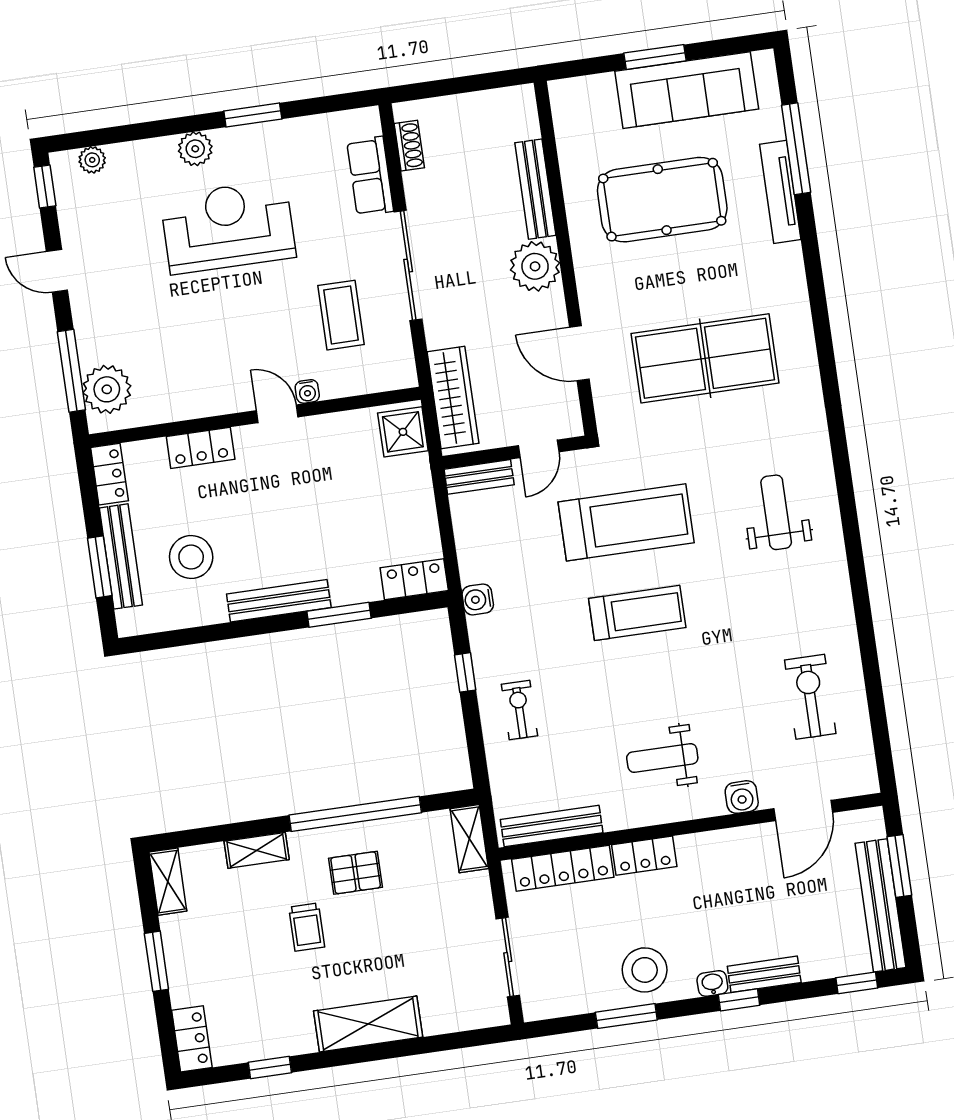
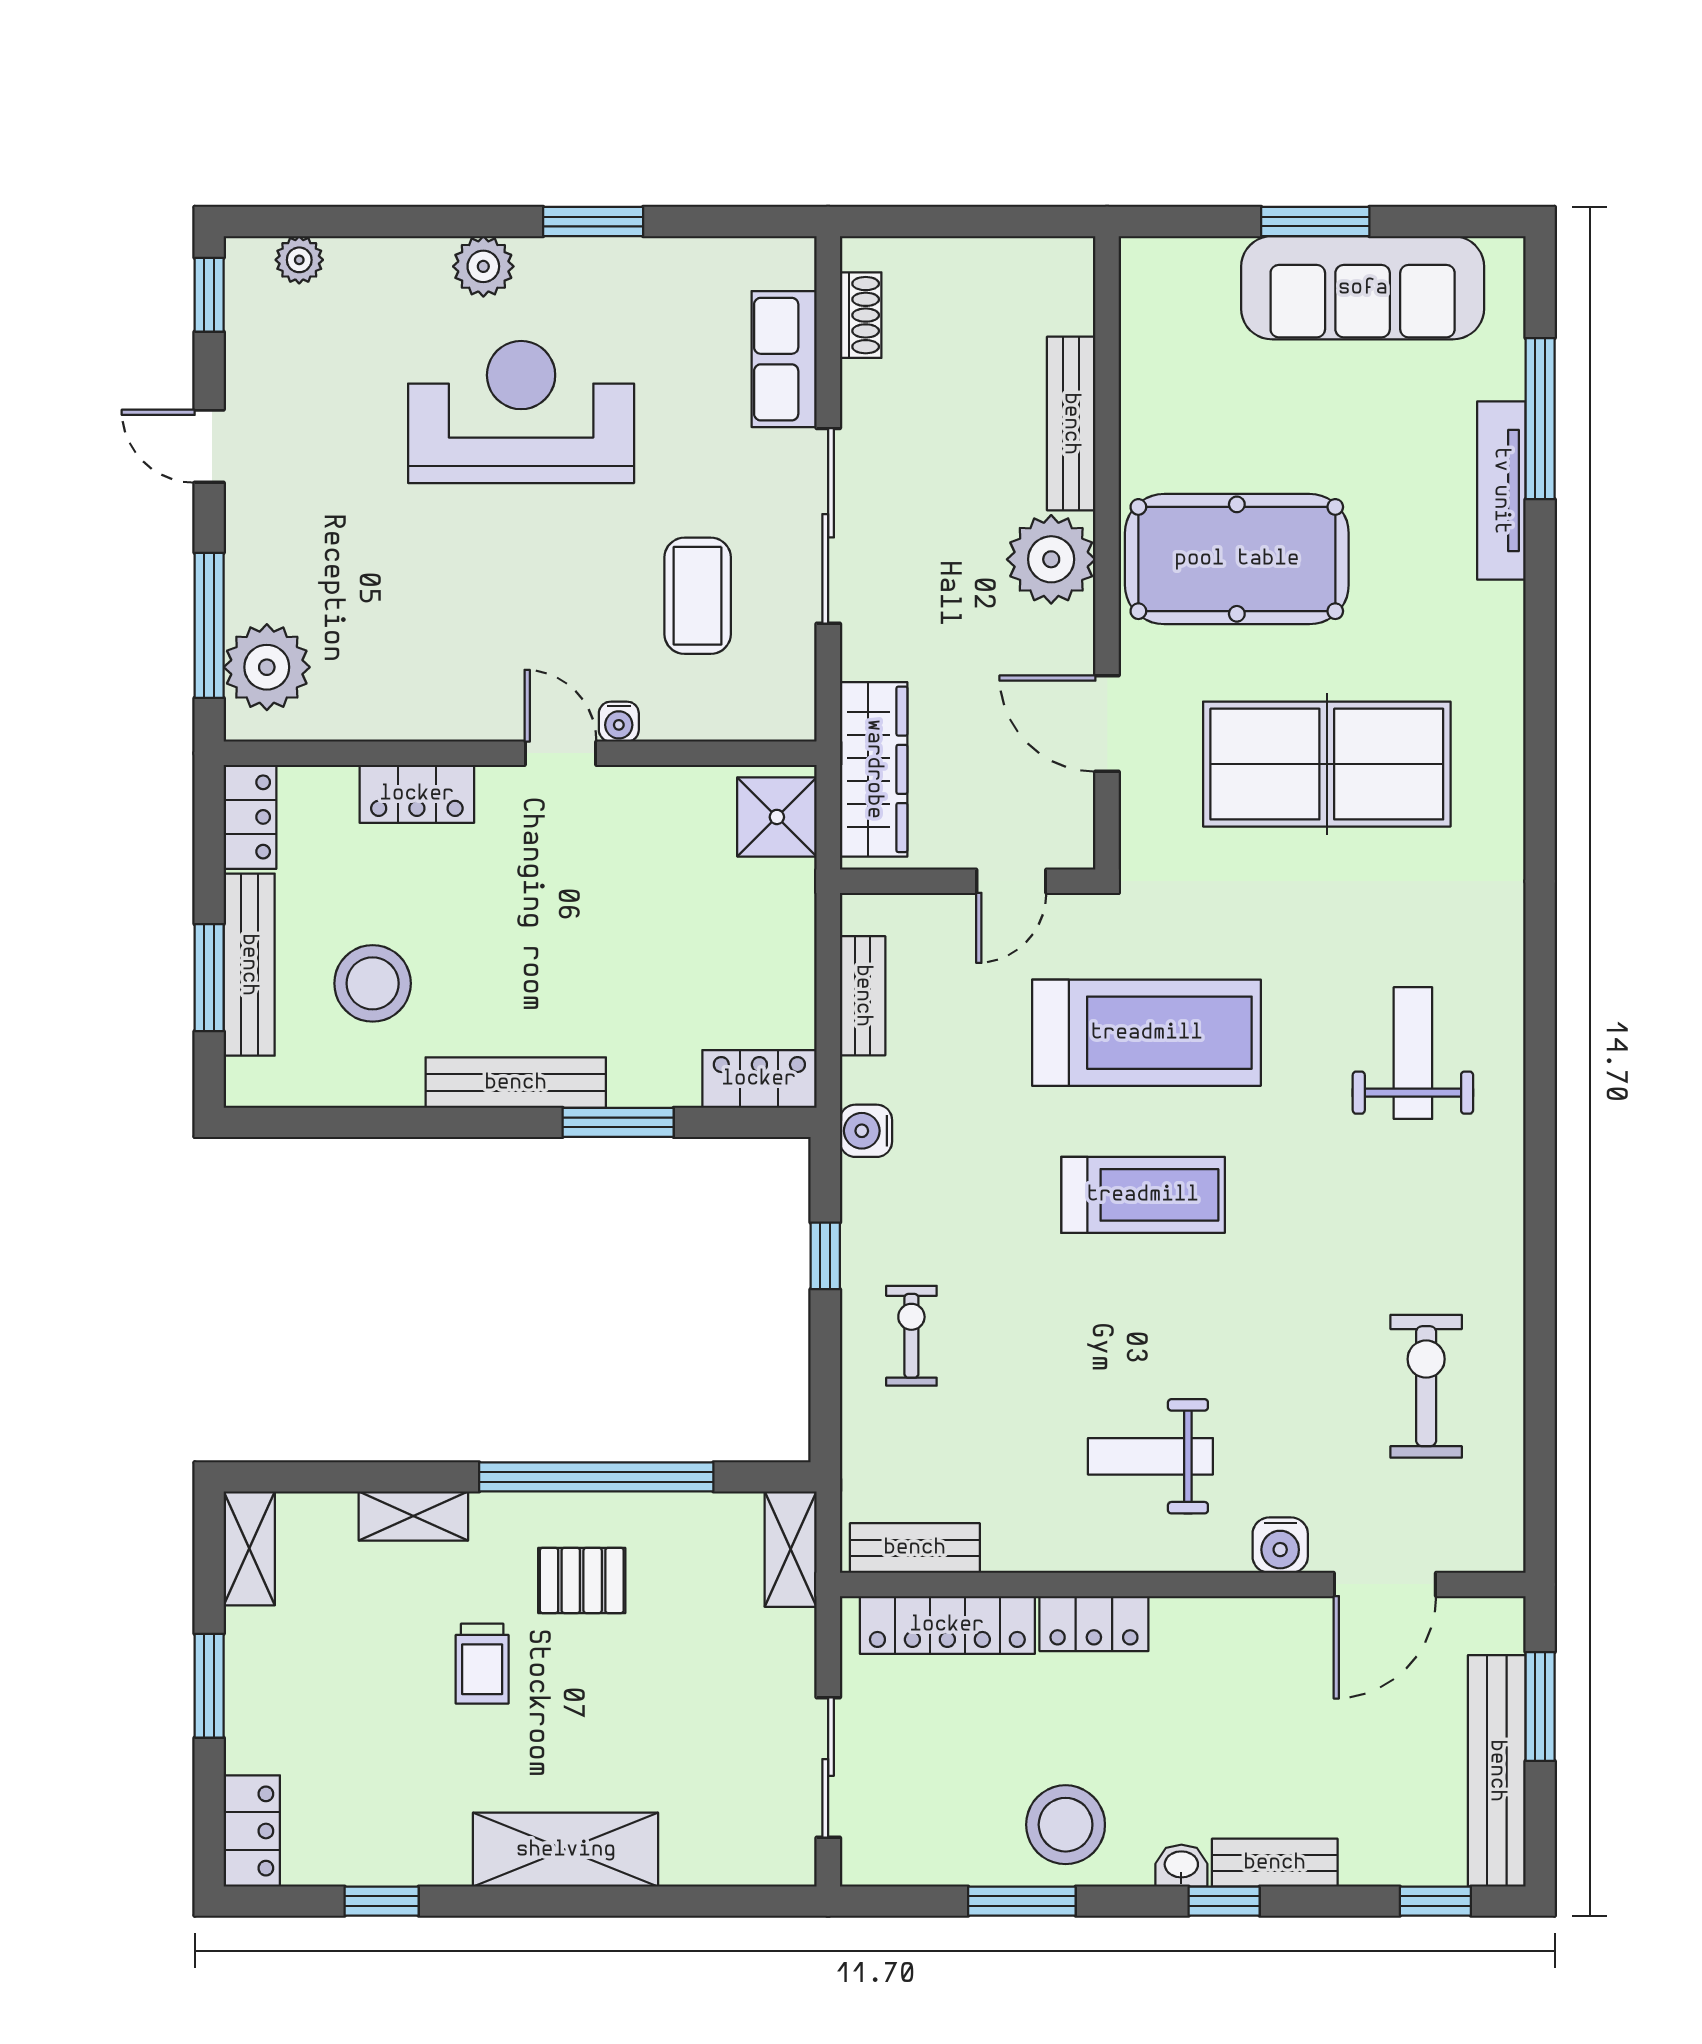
pool table: (662, 200) -> (1237, 559), moved
bench: (479, 477) -> (863, 996), moved, turned 90
bench: (552, 826) -> (915, 1548), width x0.73

